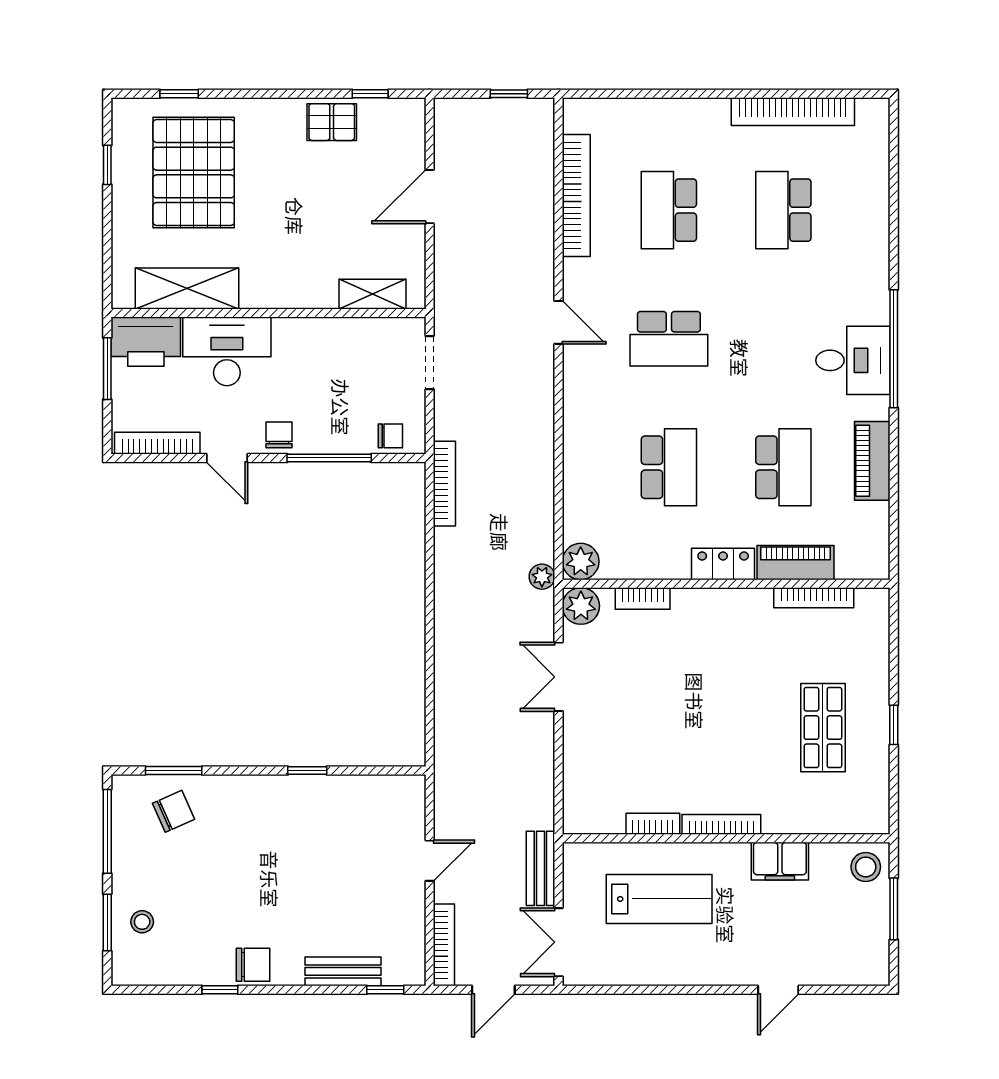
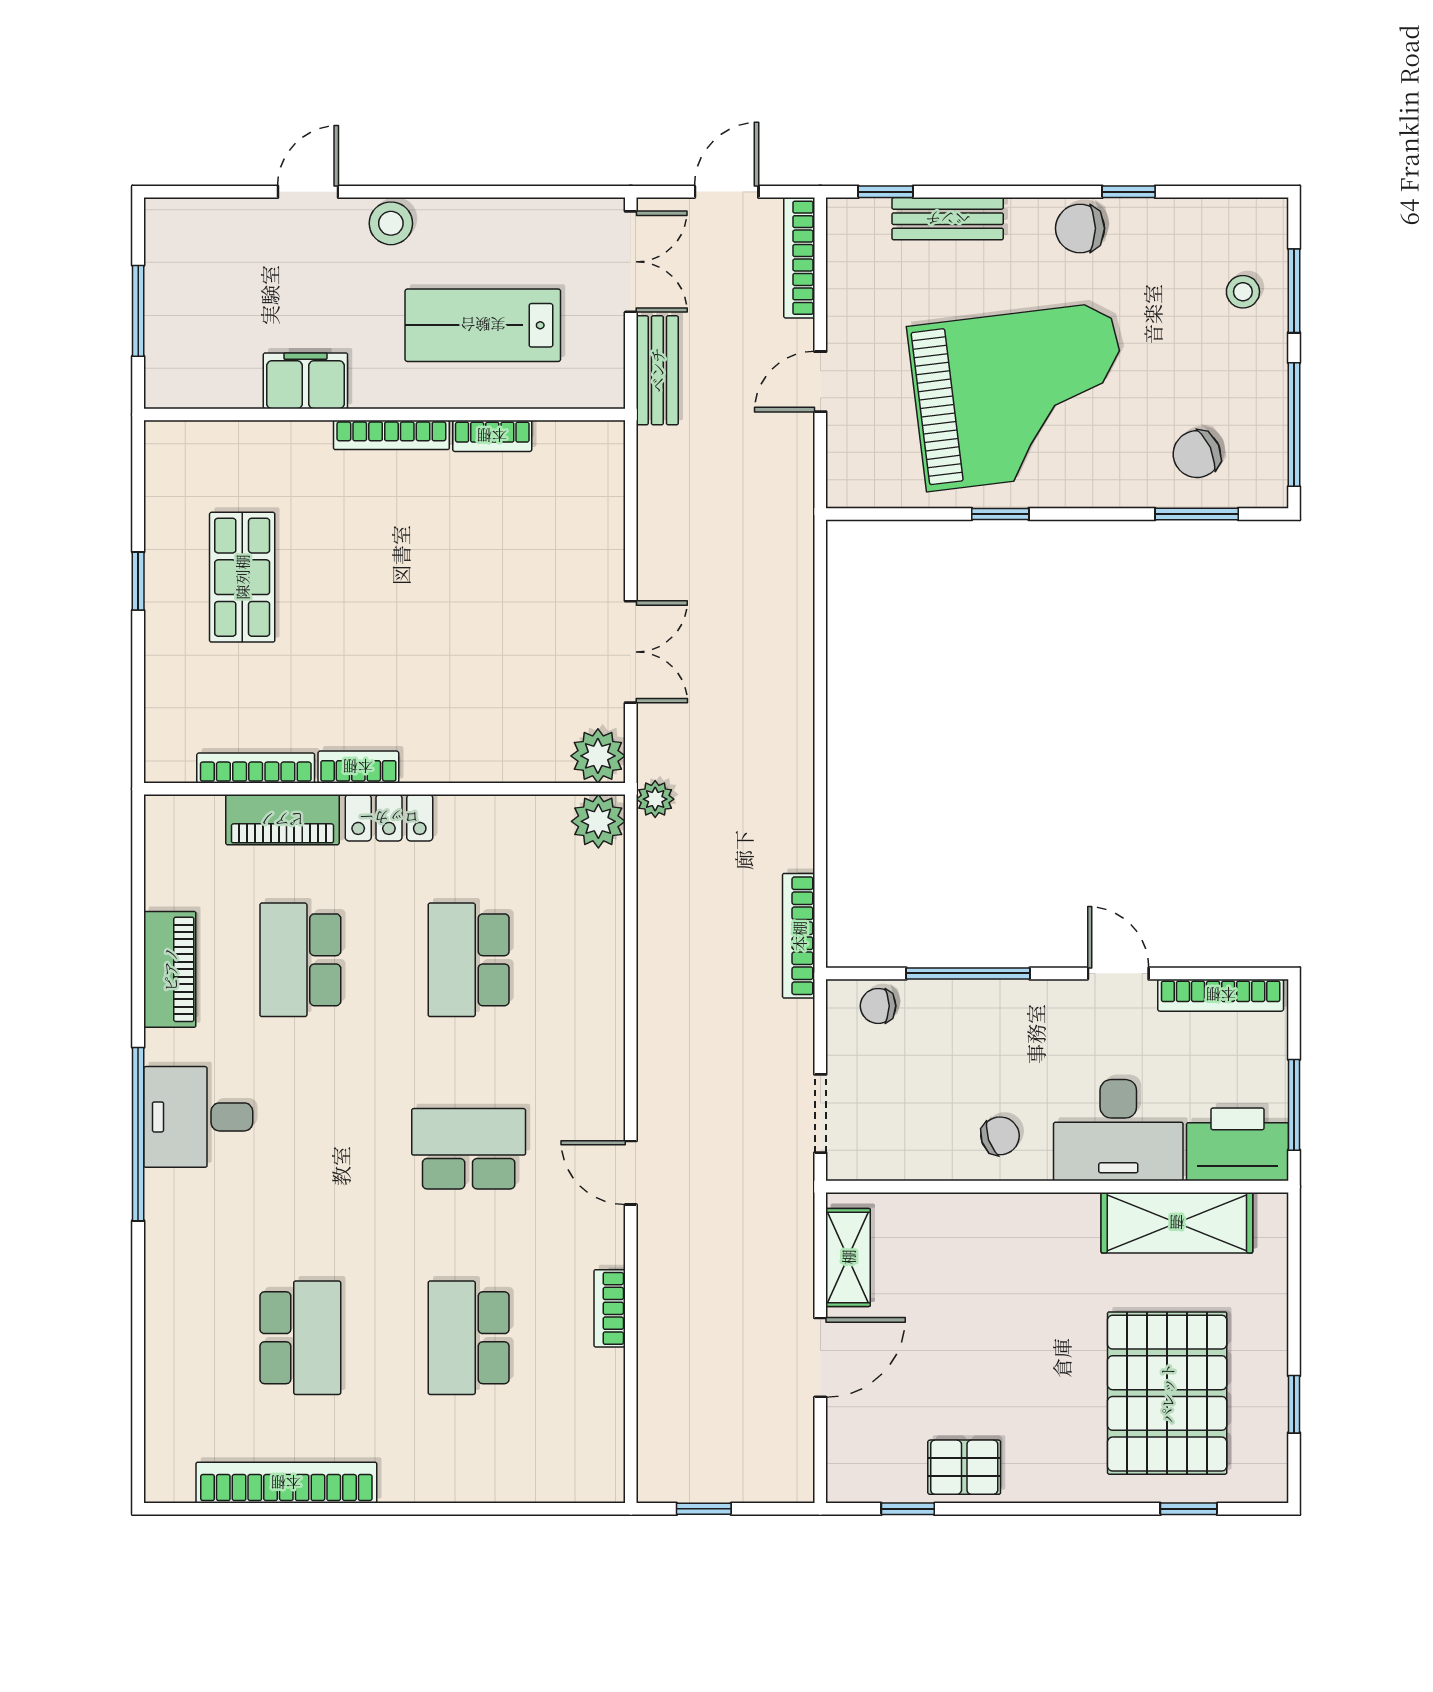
bookcase: (576, 195) -> (610, 1308), width x0.43, depth x0.76
school desk: (669, 210) -> (469, 1338), turned 180
shelving: (373, 294) -> (848, 1257), moved, turned 90
chair: (279, 435) -> (1000, 1136), moved, turned -109
bookcase: (643, 598) -> (358, 767), moved
grand piano: (294, 850) -> (1020, 397), added
stool: (866, 867) -> (391, 223), moved

